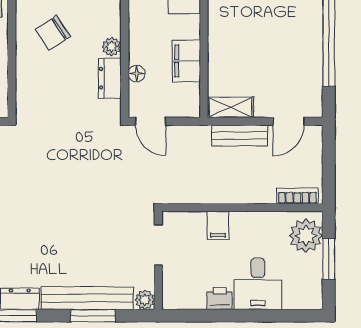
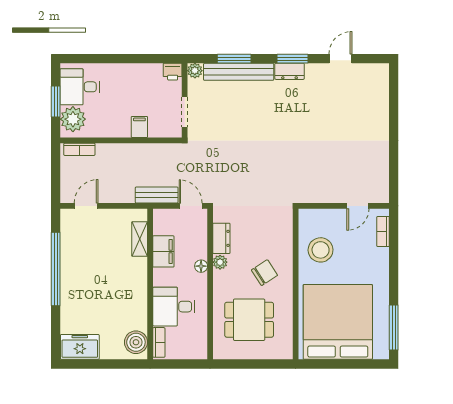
floor lamp: (137, 74) -> (201, 266), moved
shelving: (230, 107) -> (140, 239), moved, turned 90
bench: (240, 135) -> (157, 195), moved
desk: (258, 284) -> (80, 87), moved, turned -90
printer: (220, 298) -> (173, 72), moved

